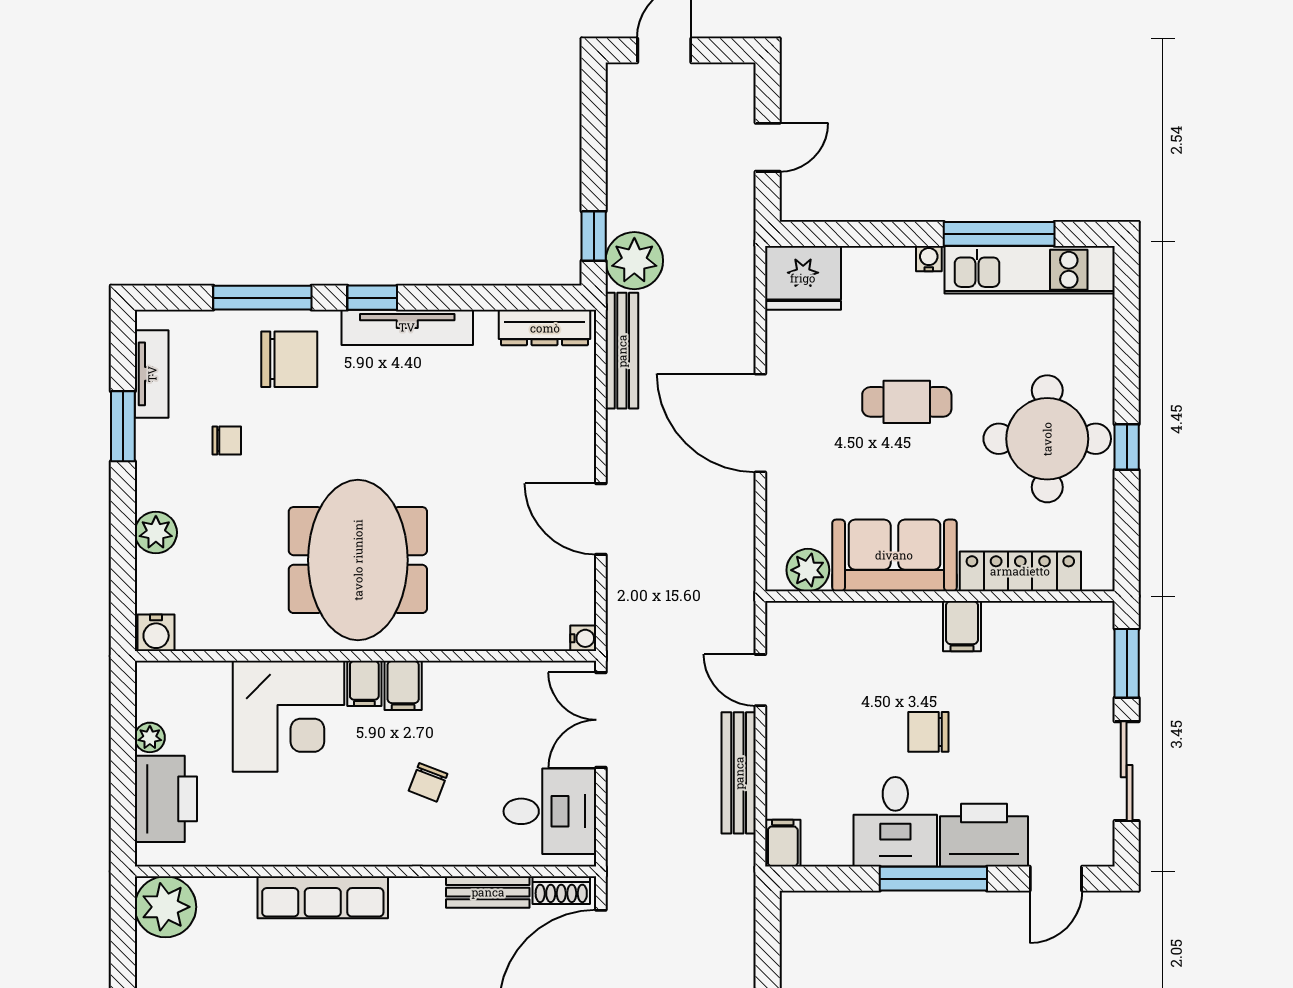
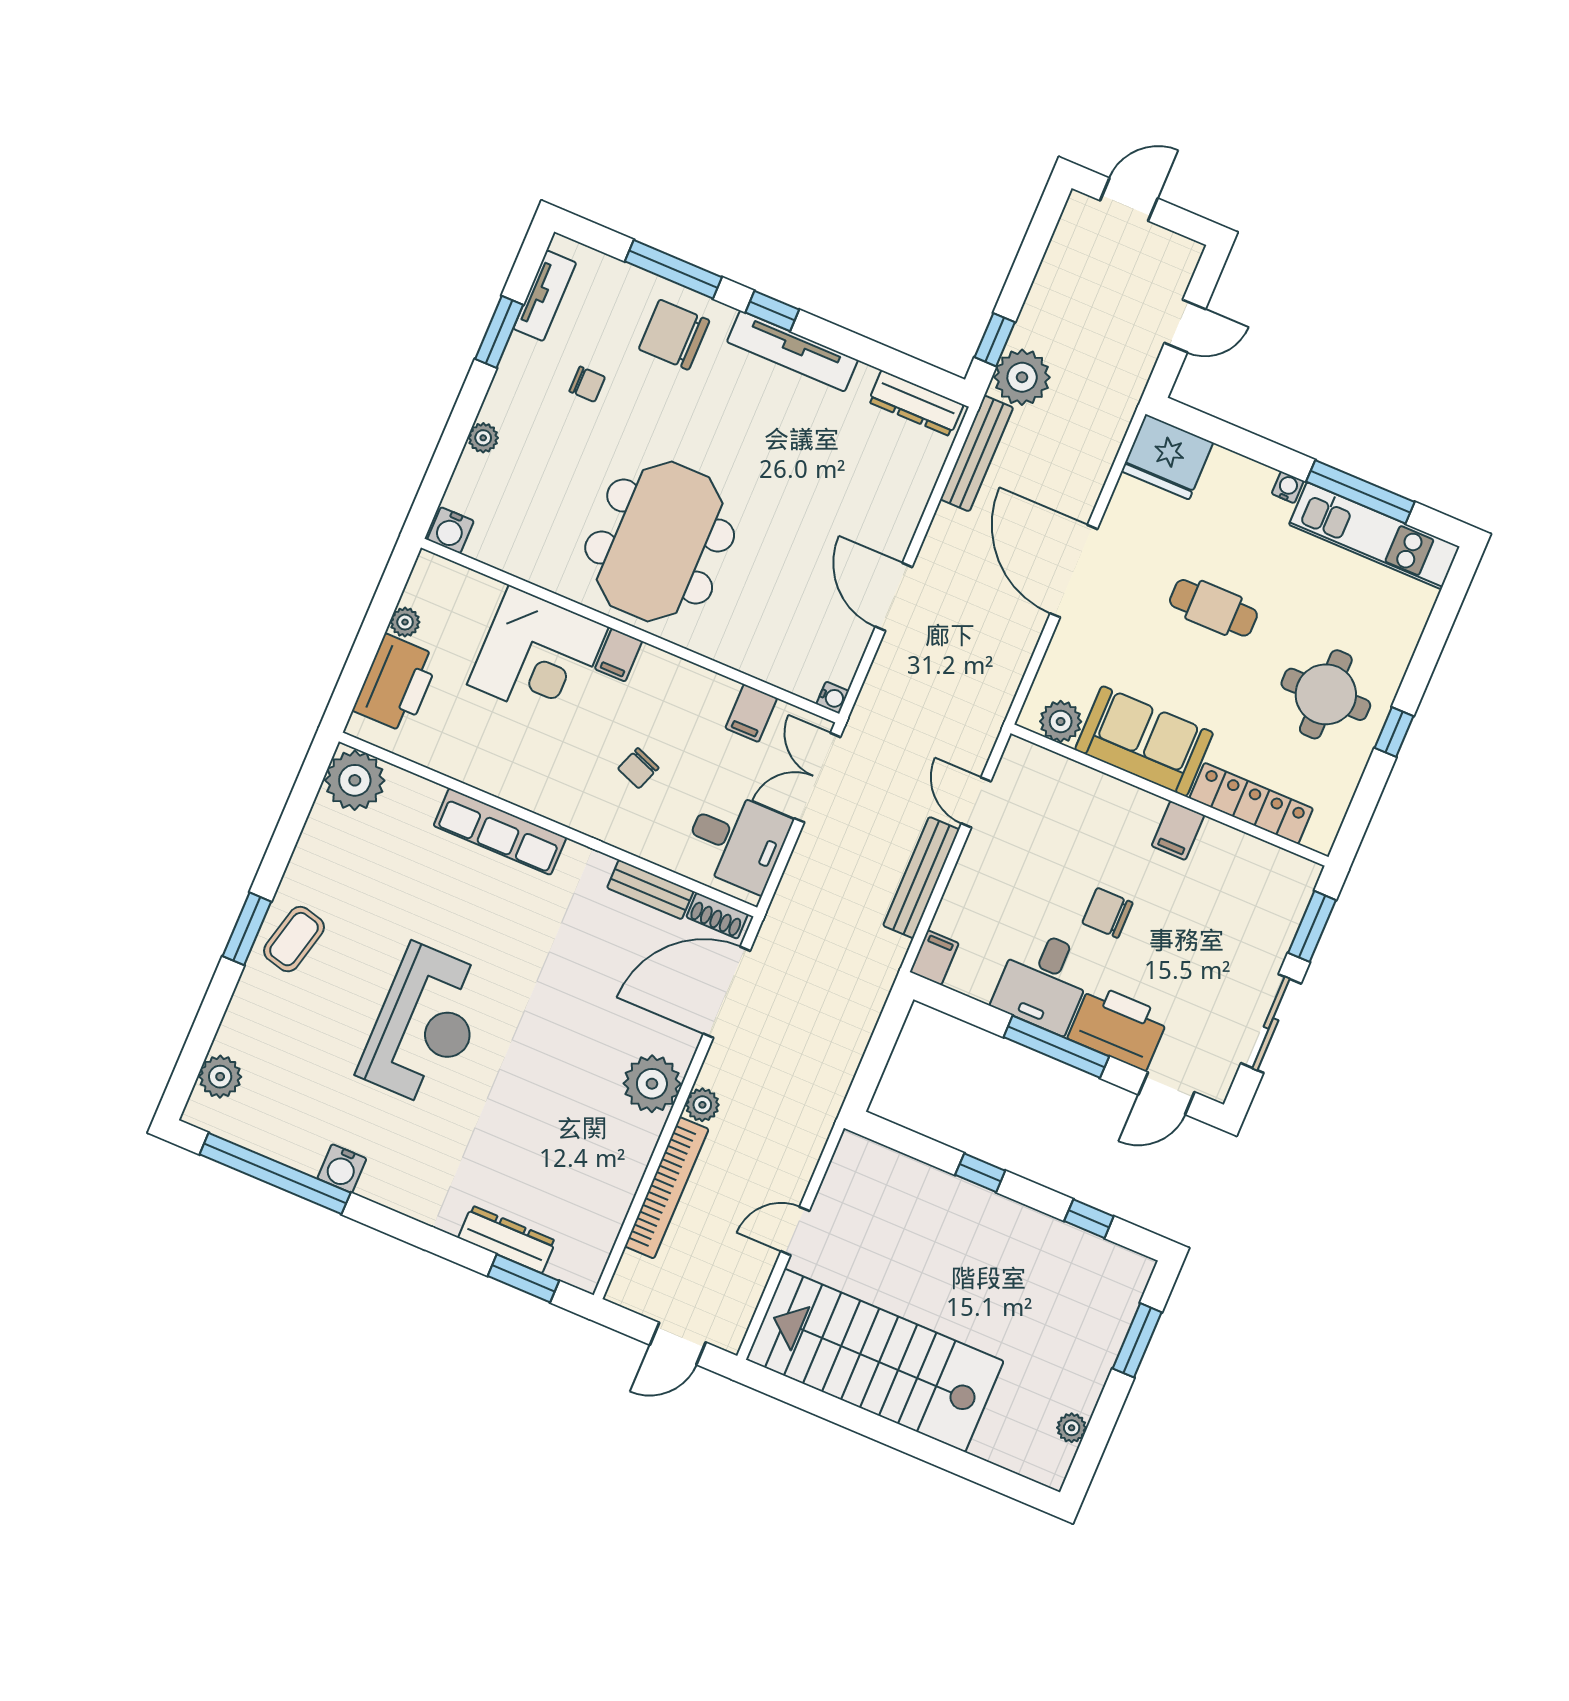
chair: (289, 359) -> (674, 335), turned 180
round table: (1047, 439) -> (1326, 694), width x0.73, depth x0.73
plant: (156, 532) -> (483, 438), width x0.73, depth x0.73
filing cabinet: (403, 685) -> (751, 713), moved

